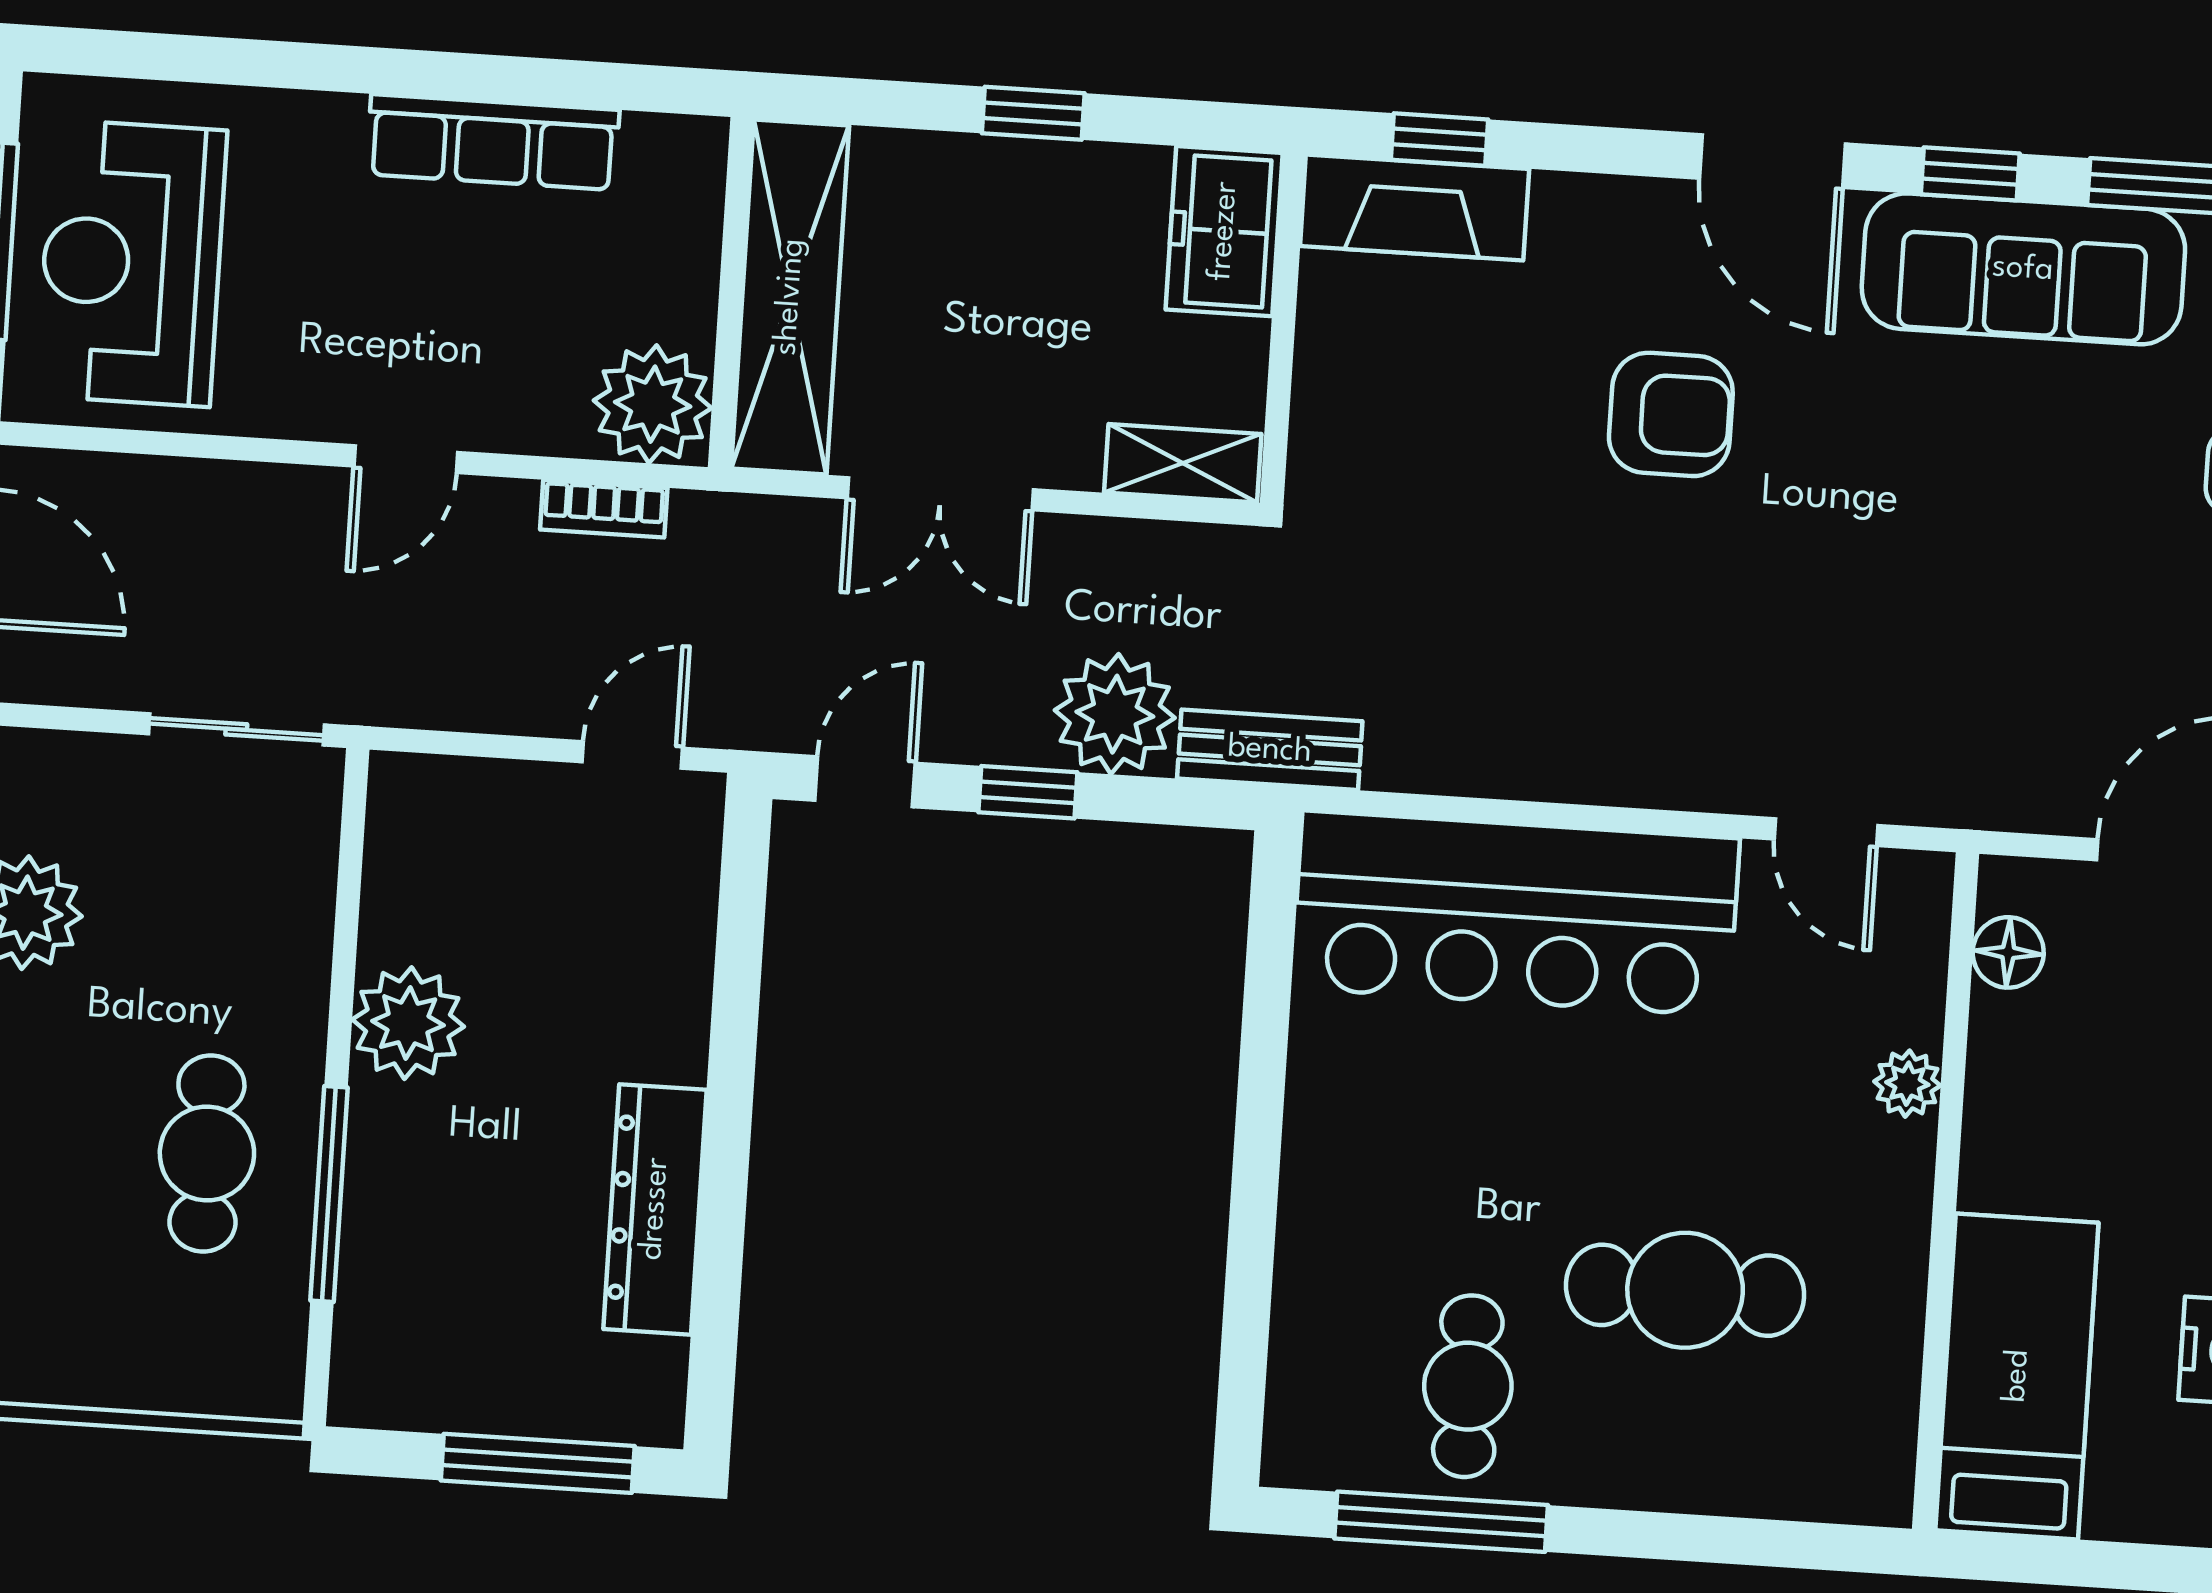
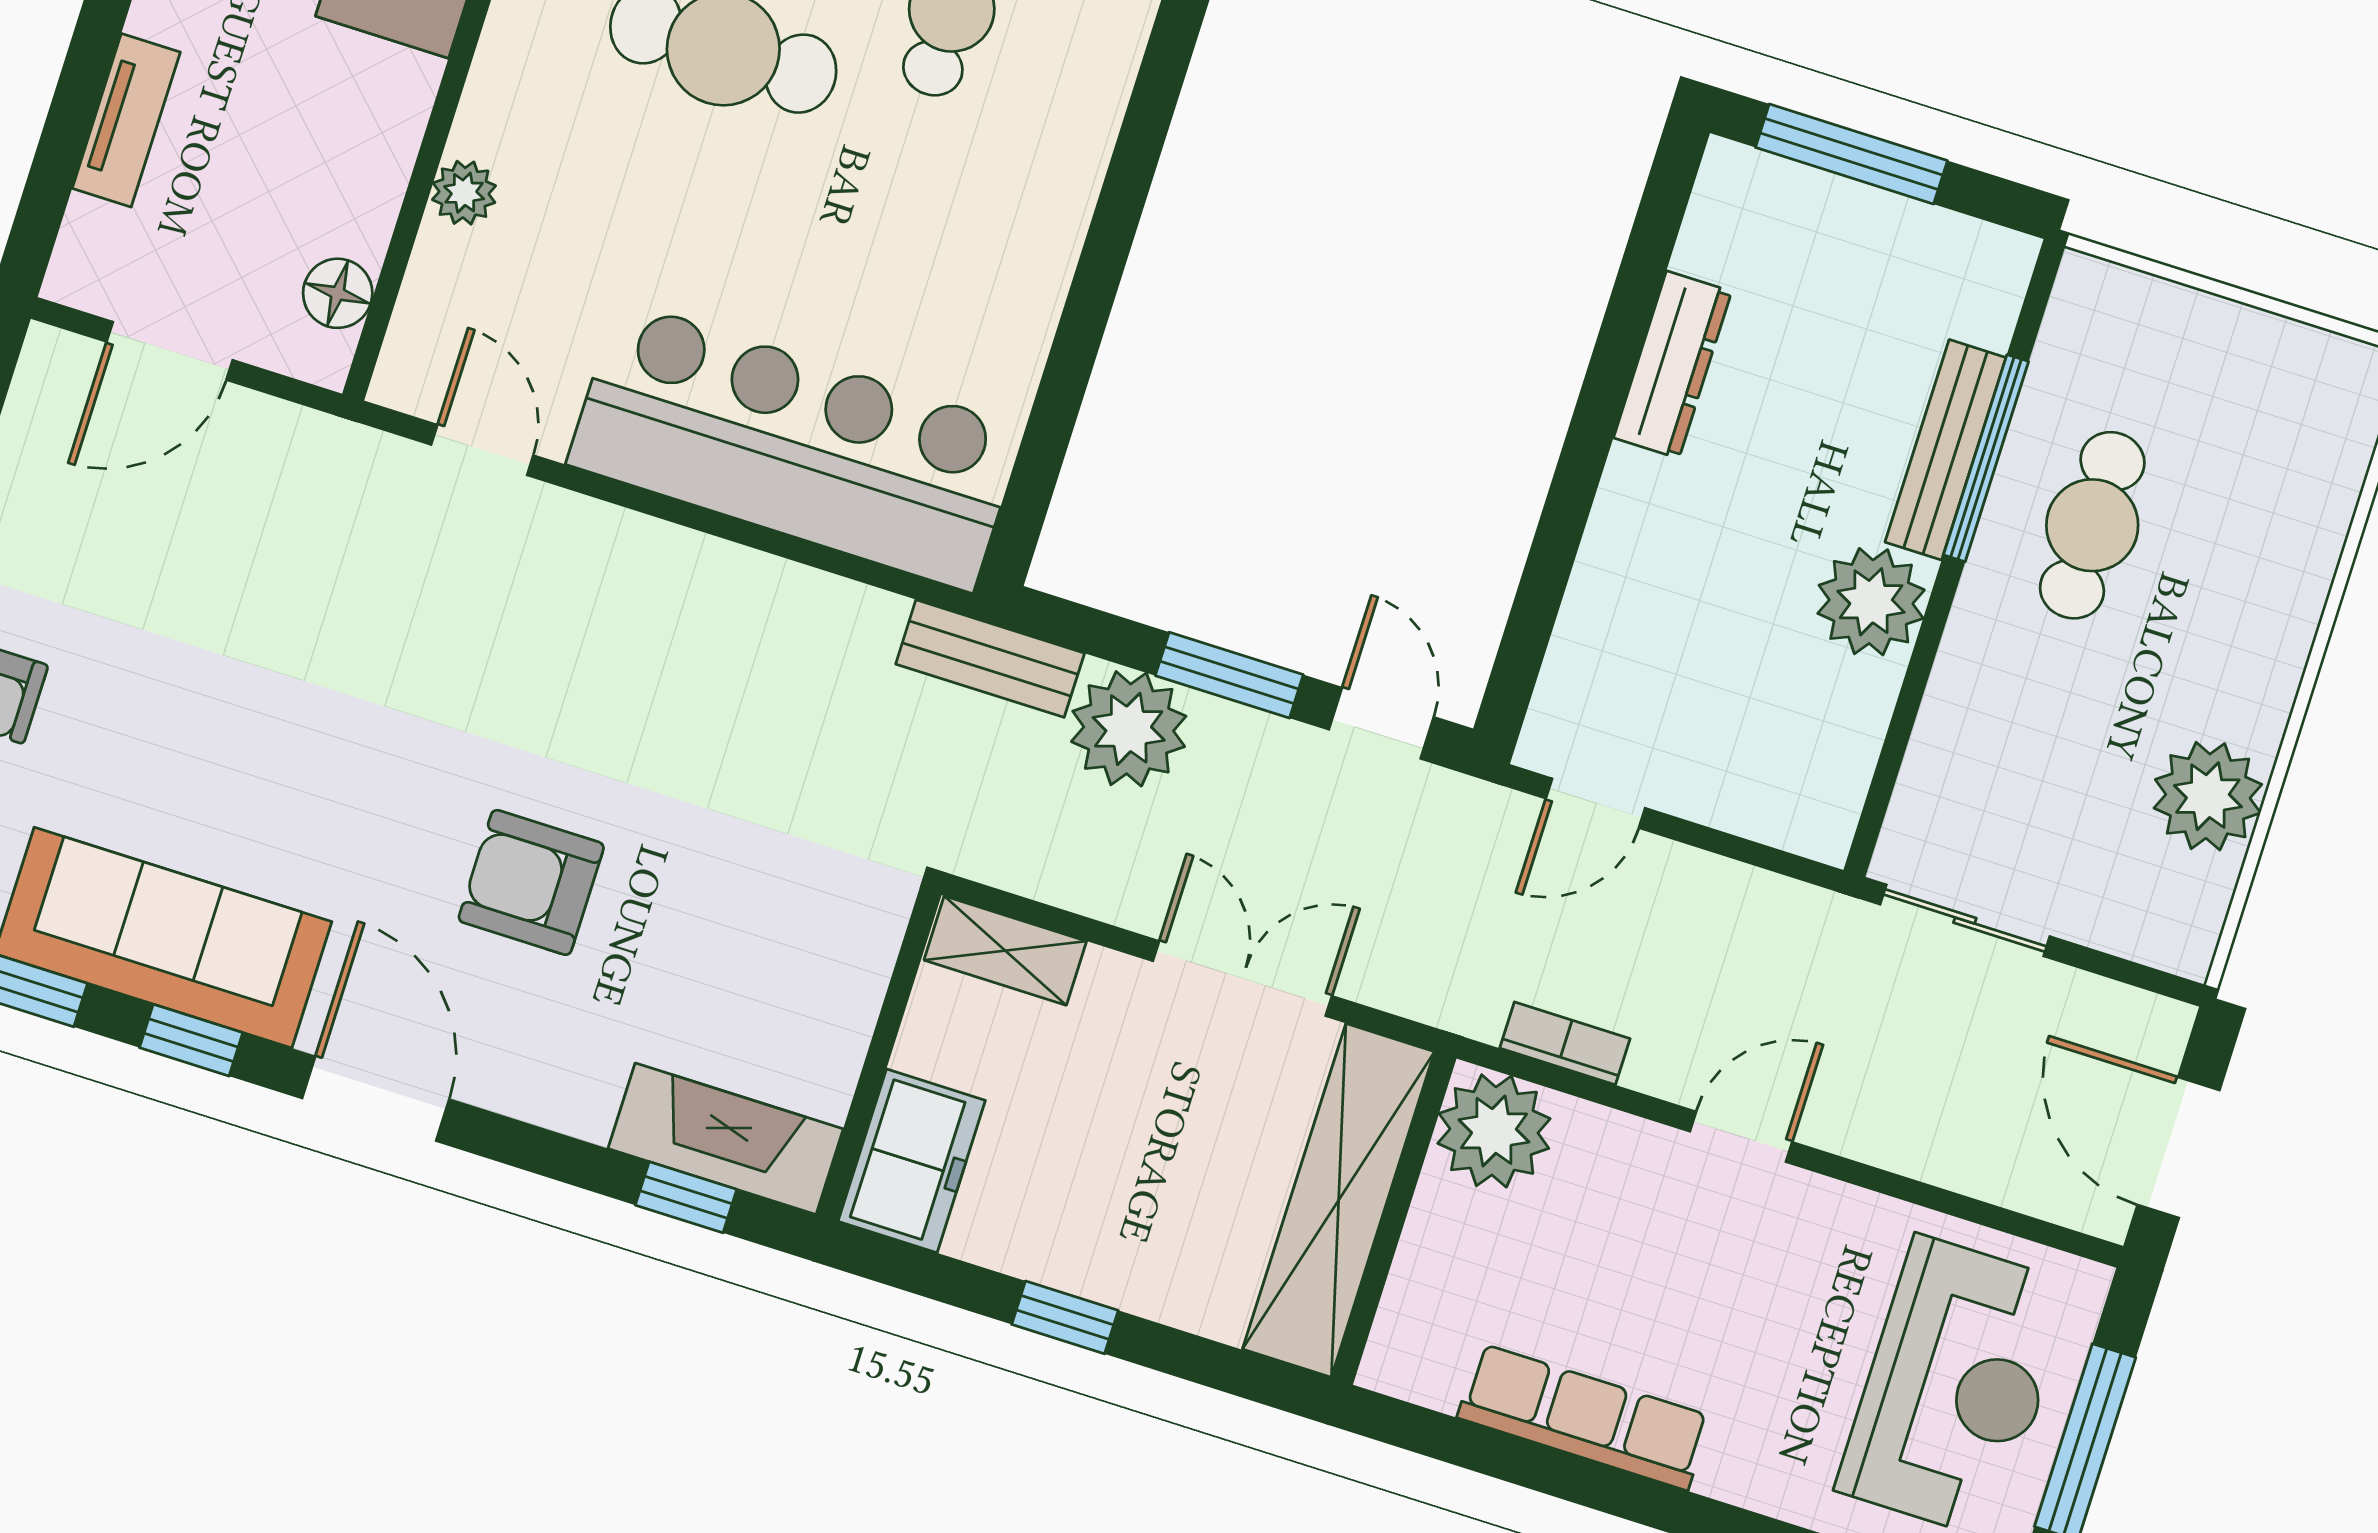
door: (865, 782) -> (1381, 723), swing flipped
window: (1028, 792) -> (1229, 675), width x1.50
bench: (371, 1192) -> (1945, 450), added
dresser: (655, 1209) -> (1673, 365), width x0.73, depth x0.80

